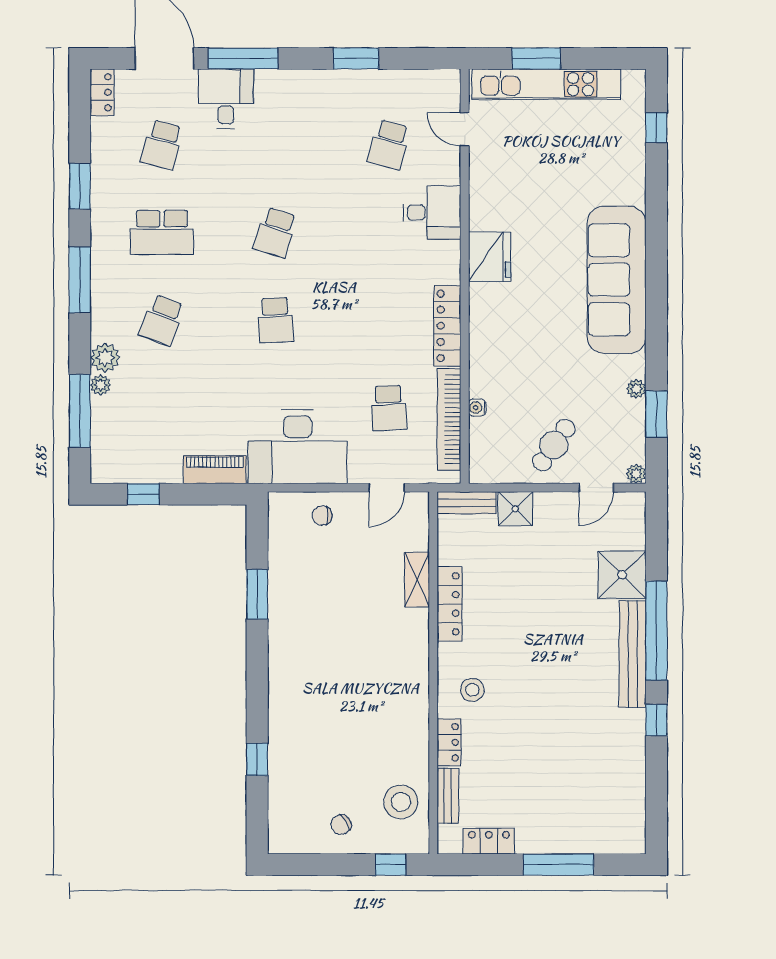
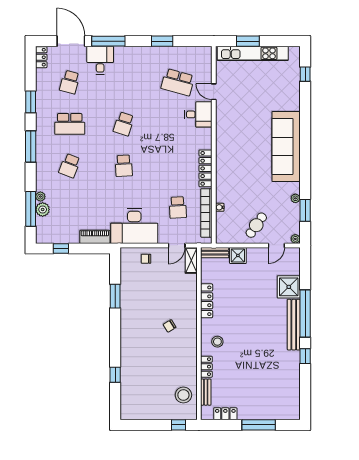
door: (465, 129) -> (214, 92), moved
school desk: (389, 145) -> (178, 82), width x1.85
fridge: (490, 257) -> (226, 135), removed
plant: (105, 358) -> (43, 209), moved
shelving: (417, 579) -> (191, 260), moved
chair: (341, 825) -> (170, 326), moved

